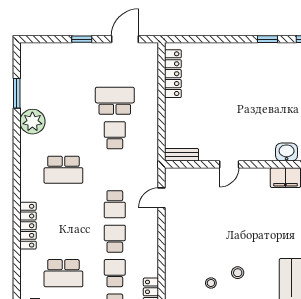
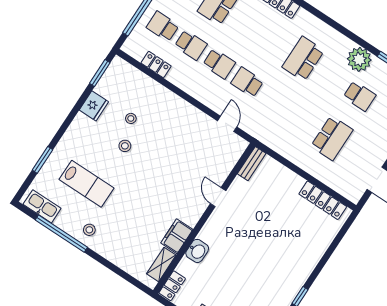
school desk: (115, 135) -> (360, 96), moved

